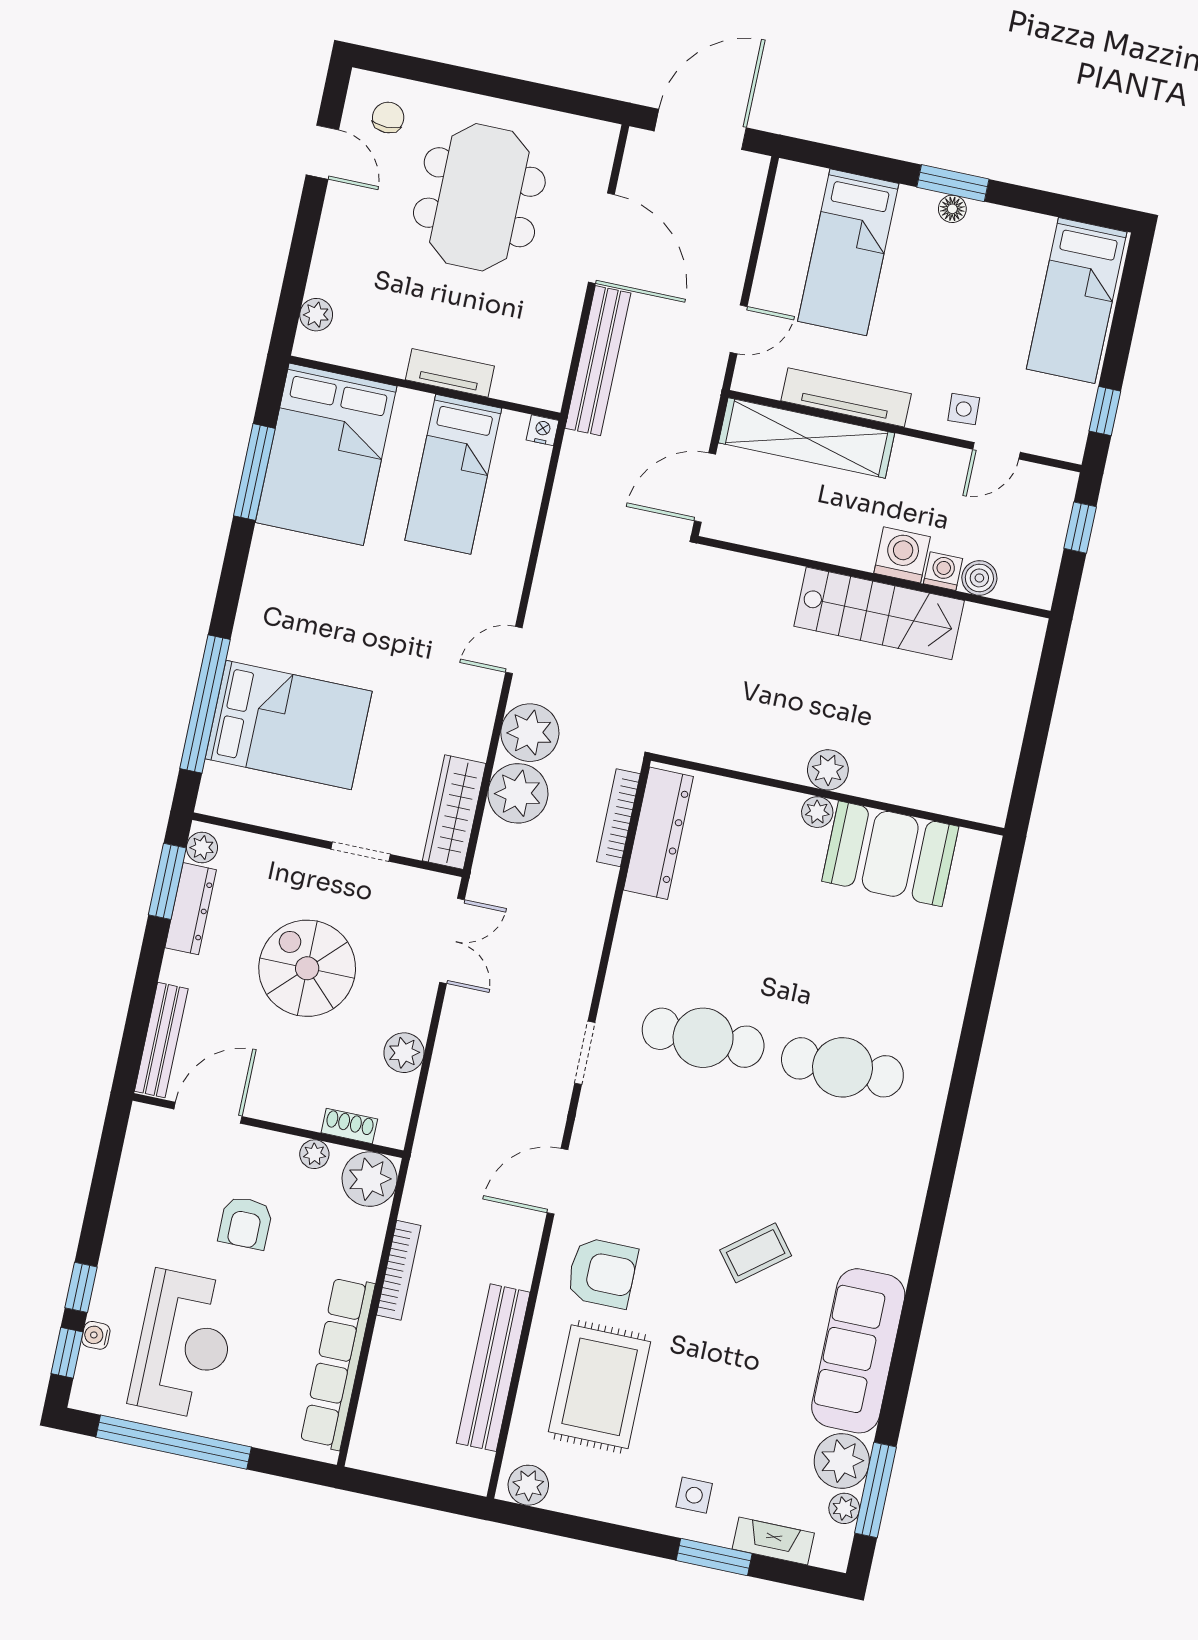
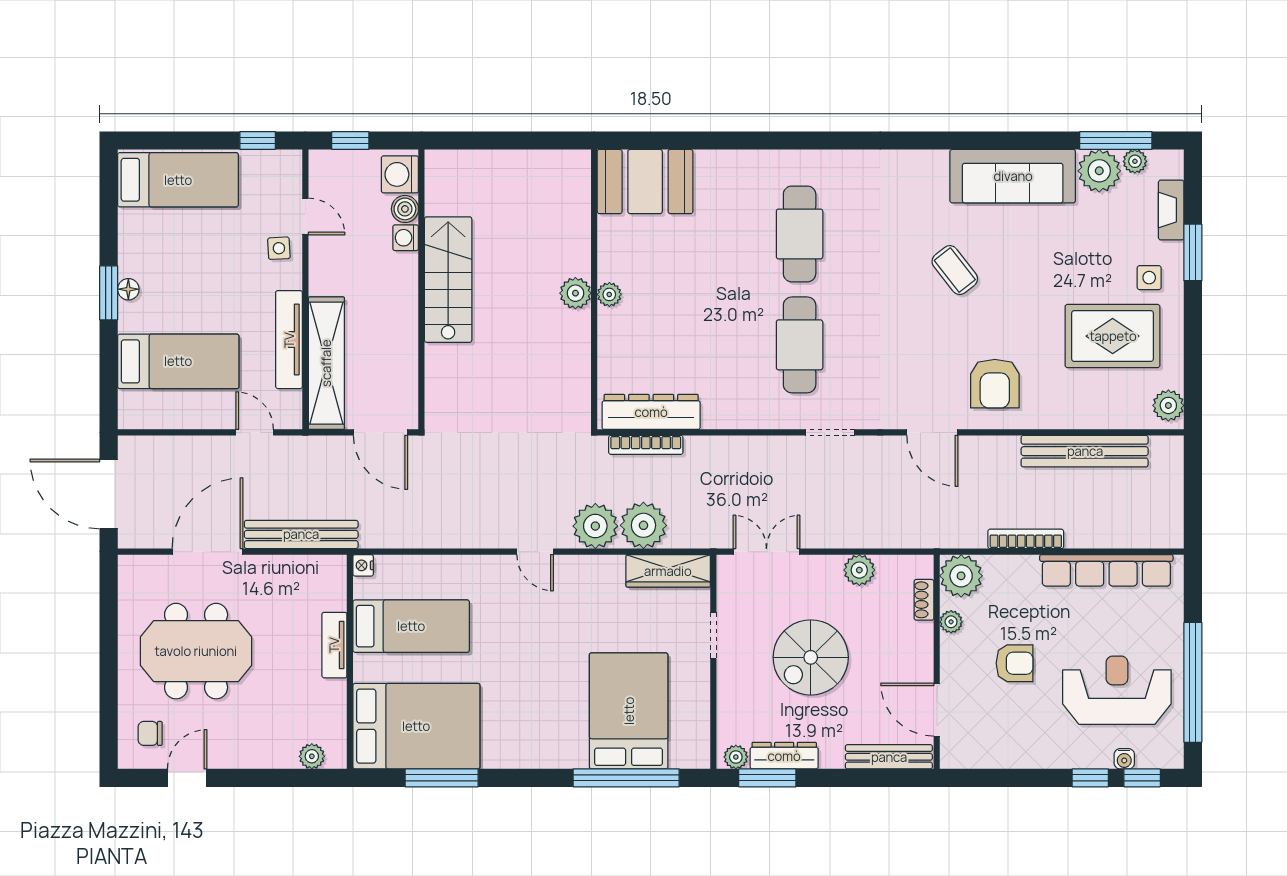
washing machine: (902, 555) -> (400, 174), moved
booth: (890, 854) -> (645, 182), moved, turned 90
armchair: (602, 1273) -> (995, 384), turned 180
rug: (600, 1387) -> (1113, 336), moved

